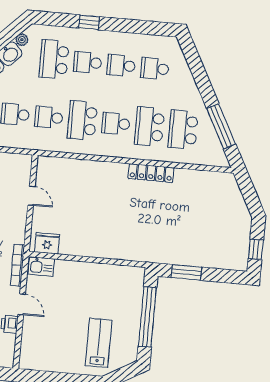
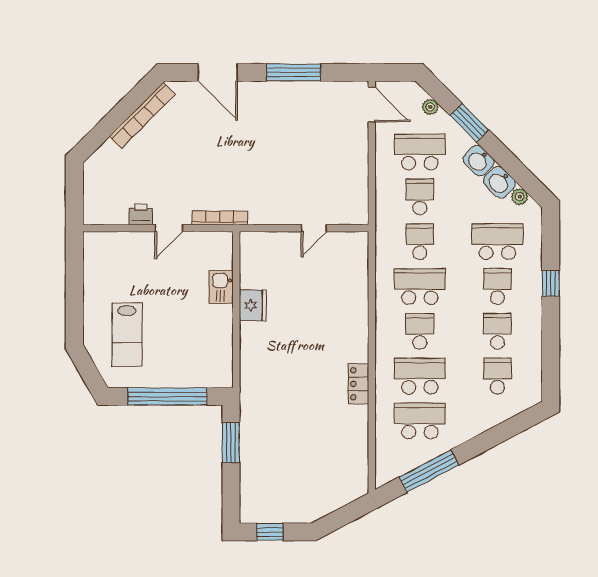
locker: (151, 173) -> (358, 384), width x0.66
fridge: (47, 243) -> (253, 305), moved
kitchen sink: (41, 267) -> (221, 287), moved
lab bench: (99, 343) -> (127, 335), turned 90

